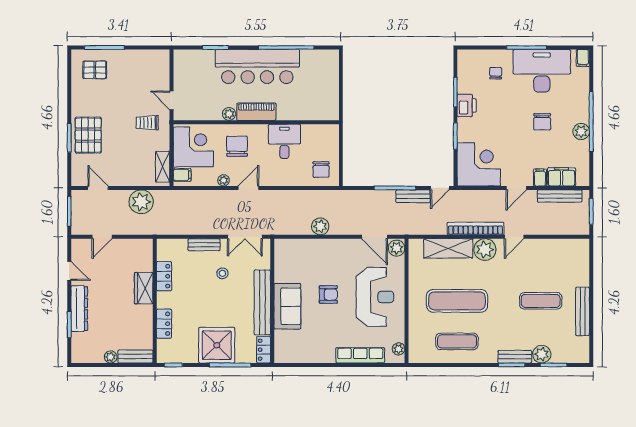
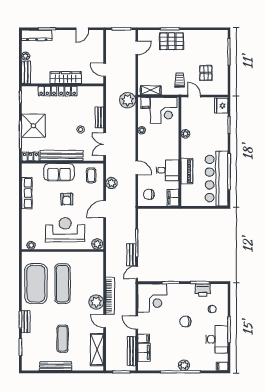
fridge: (186, 59) -> (221, 106), added
bar counter: (257, 66) -> (217, 178), moved
pallet: (95, 70) -> (206, 73), moved
desk: (542, 71) -> (217, 339), width x0.73, depth x0.77
door: (171, 100) -> (194, 96), hinge flipped
printer: (467, 106) -> (203, 290), moved
piano: (256, 112) -> (187, 171), moved
chair: (542, 122) -> (185, 322), moved
plant: (581, 132) -> (184, 365), moved
filing cabinet: (326, 133) -> (173, 198), added
chair: (237, 146) -> (164, 139), removed
door: (248, 188) -> (137, 168), moved
door: (440, 188) -> (137, 272), hinge flipped
plant: (141, 202) -> (128, 100), moved
plant: (320, 226) -> (111, 183), moved
door: (102, 237) -> (105, 70), moved
door: (374, 237) -> (105, 209), moved
shelving: (448, 248) -> (97, 350), moved
coffee table: (292, 257) -> (91, 175), added
locker: (164, 276) -> (68, 91), moved
wardrobe: (144, 288) -> (66, 78), width x1.50
reception desk: (375, 297) -> (65, 230), turned 180
dresser: (79, 309) -> (37, 35), moved
exercise mat: (457, 341) -> (36, 284), width x2.00, depth x1.45
plant: (542, 354) -> (27, 339), removed
row of seats: (360, 355) -> (27, 193), moved

